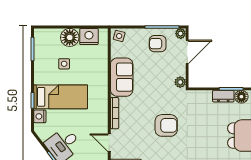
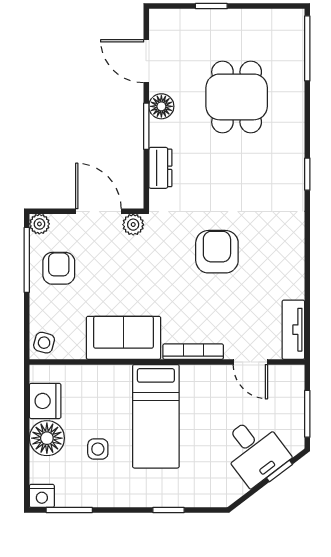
armchair: (158, 44) -> (59, 268), turned 180
door: (187, 52) -> (98, 211), moved
dresser: (223, 96) -> (160, 168), moved
bed: (61, 97) -> (156, 416), moved, turned 180
nightstand: (40, 116) -> (42, 496), moved
door: (109, 143) -> (250, 362), hinge flipped

